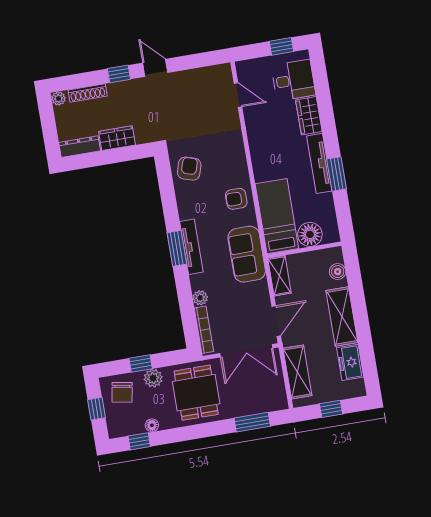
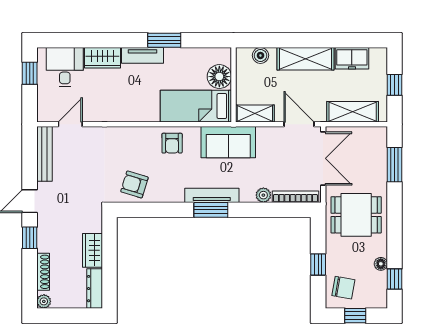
bench: (204, 75) -> (44, 154), added
tv unit: (319, 163) -> (143, 55), width x0.71
plant: (153, 378) -> (335, 255), removed

